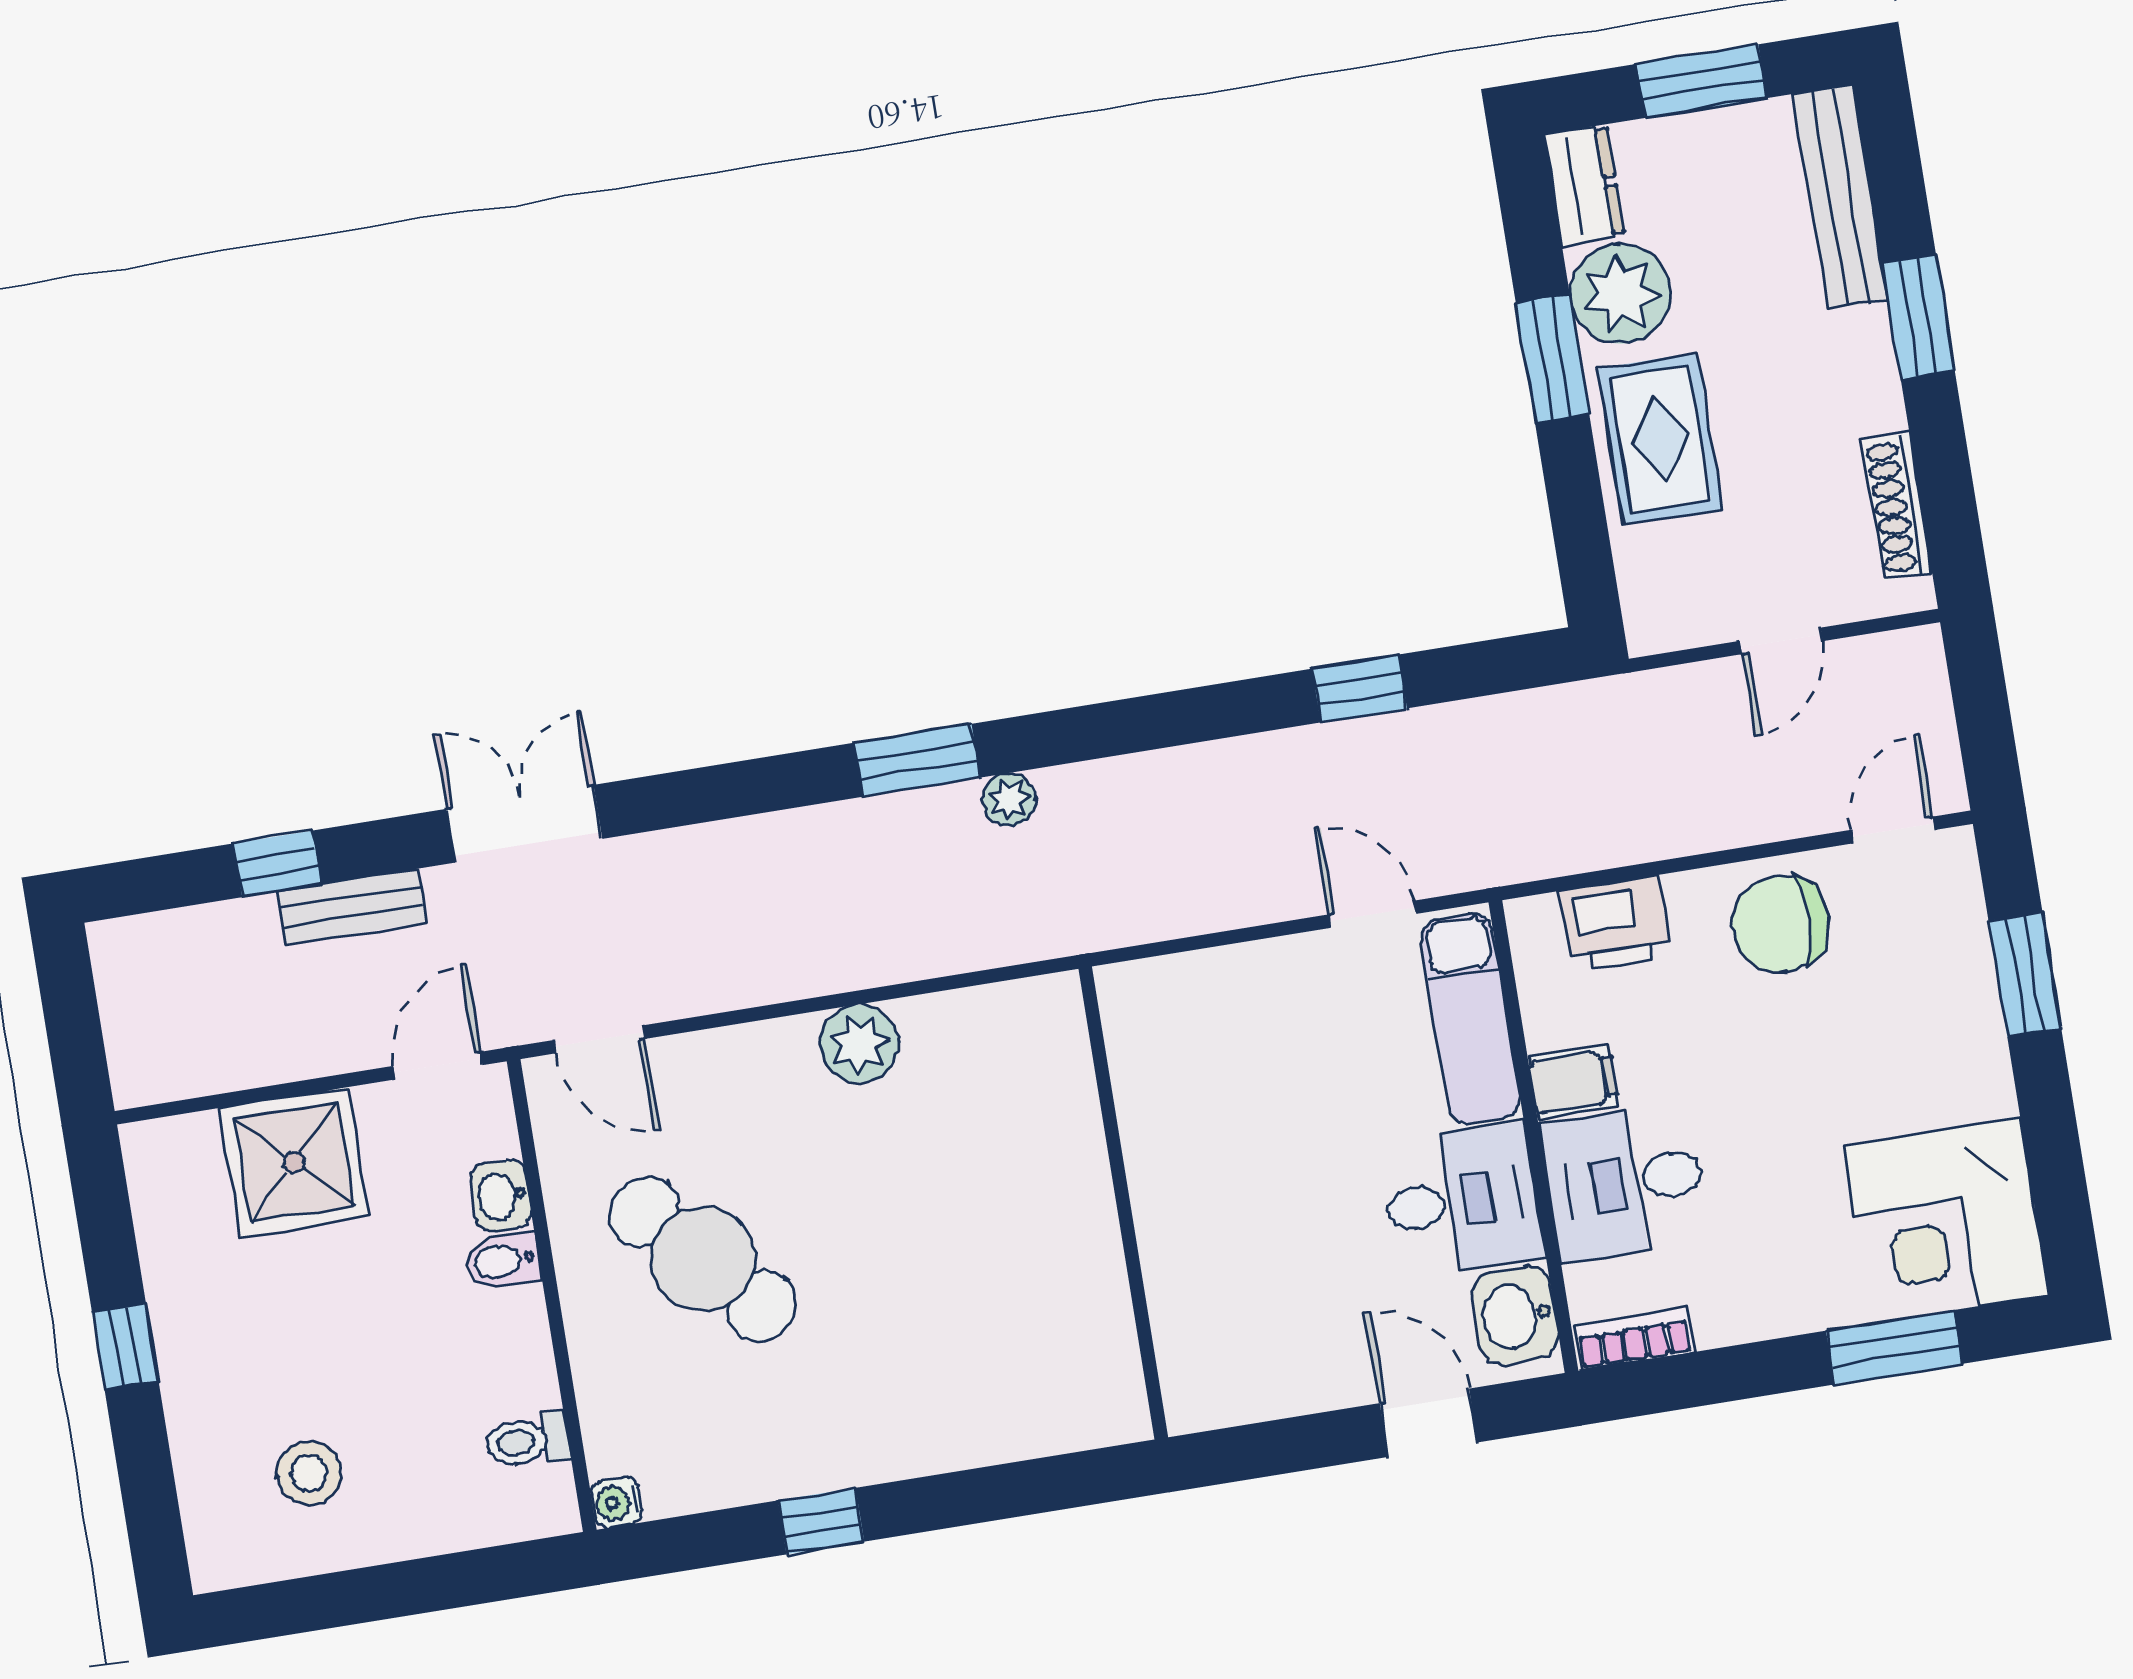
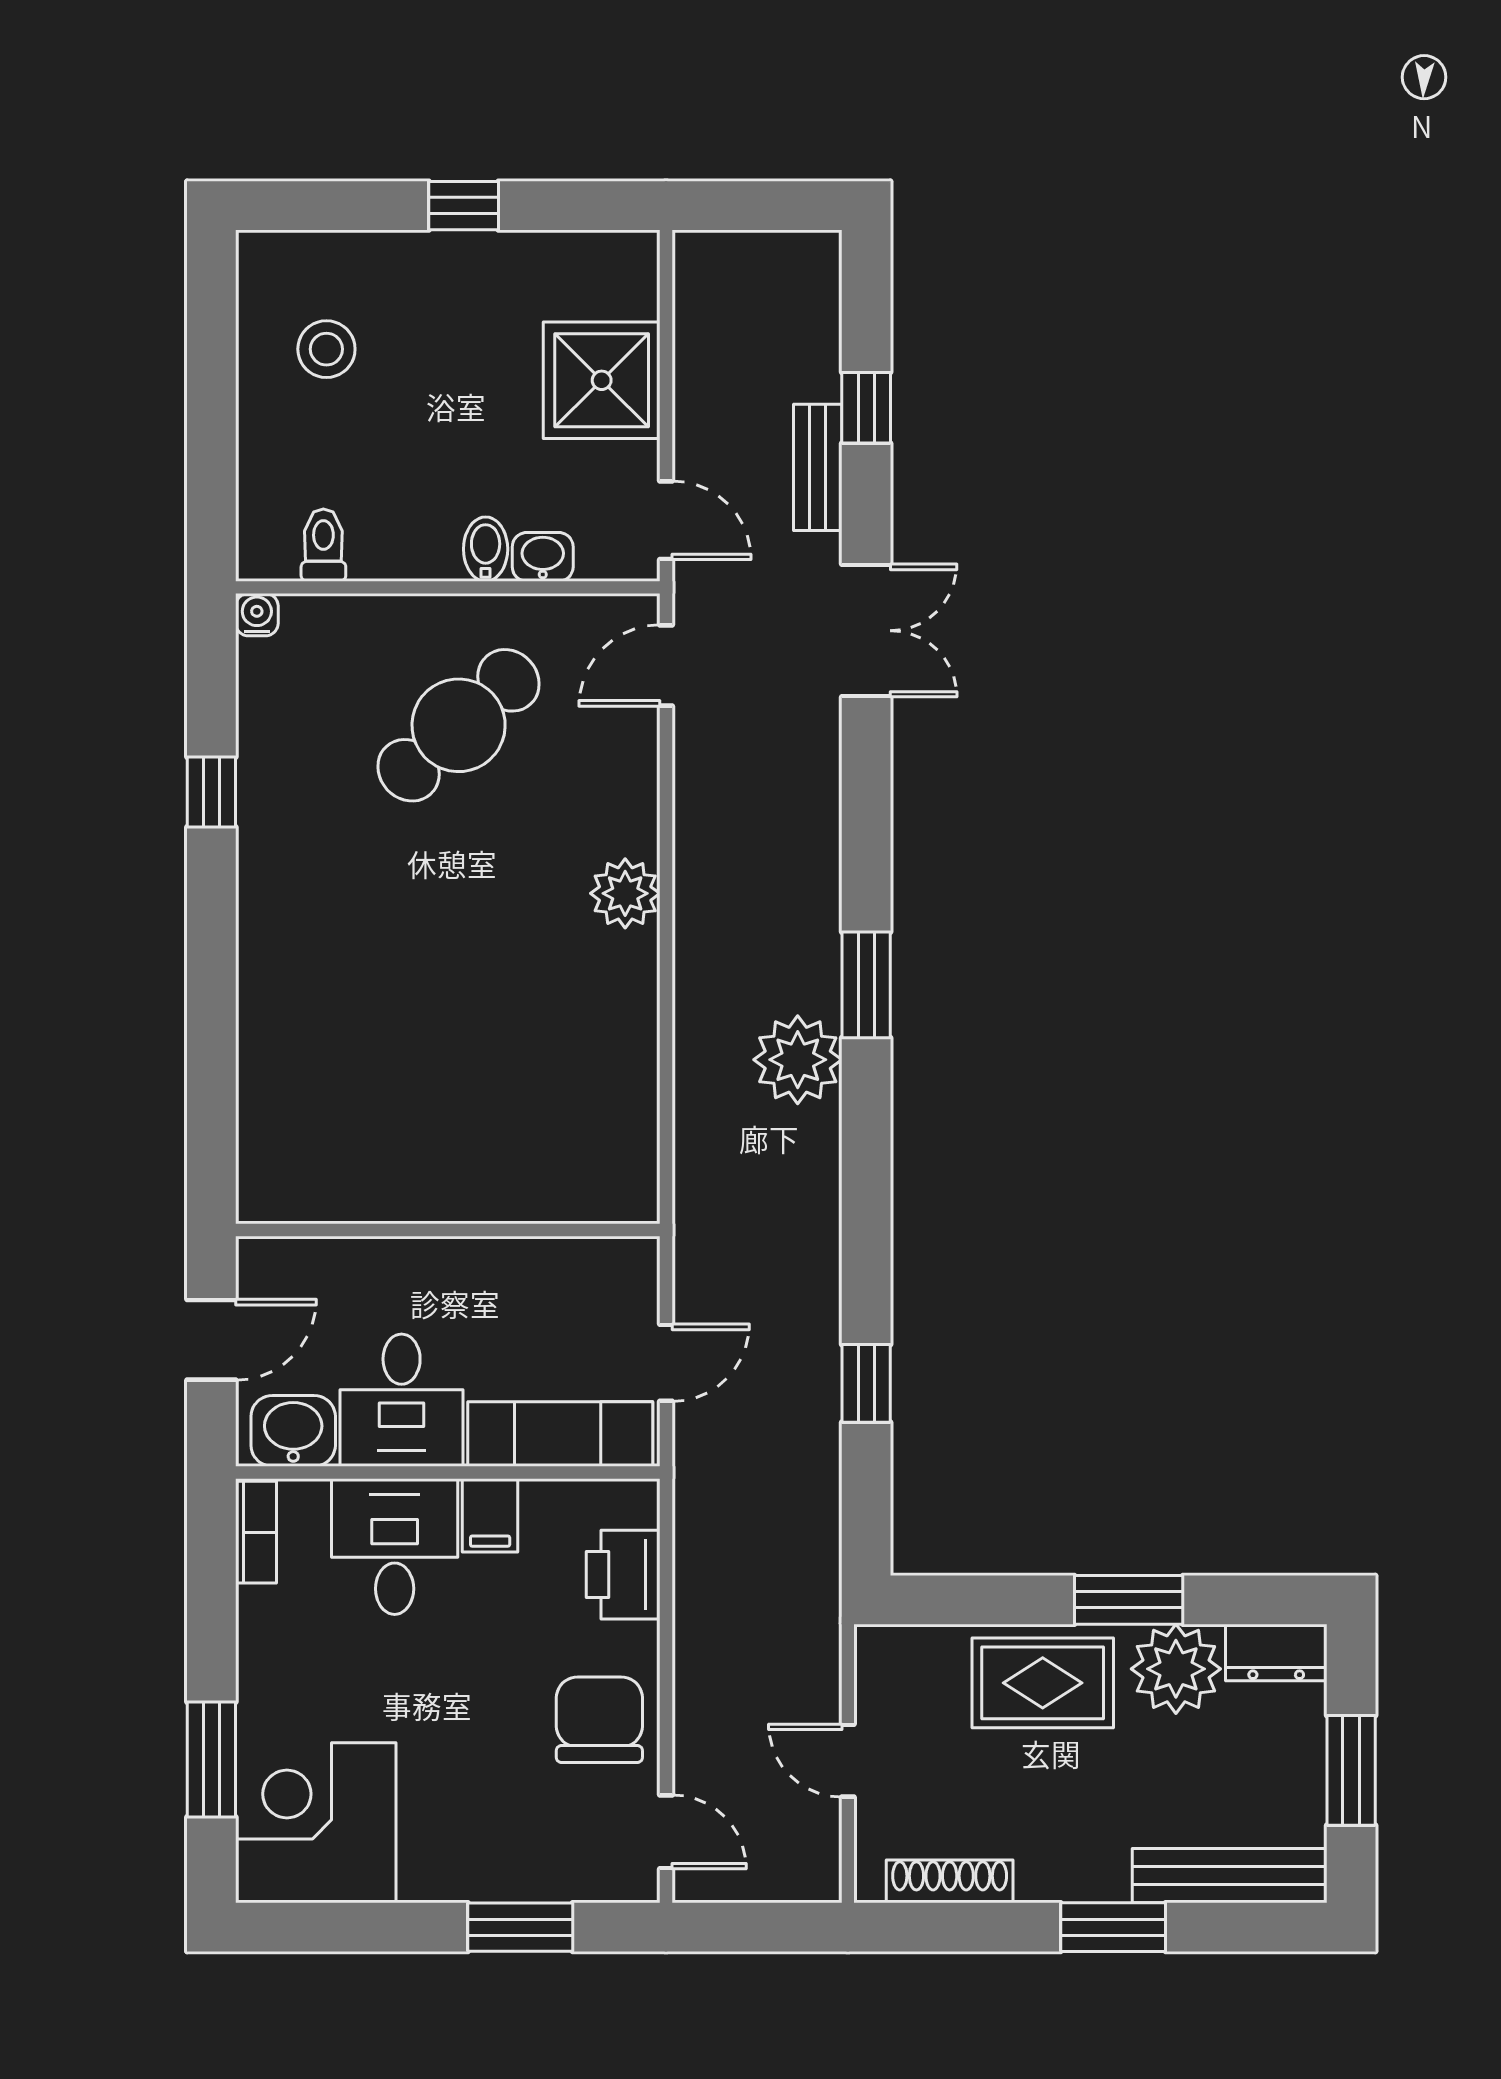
plant: (1009, 800) -> (798, 1060), width x1.88, depth x1.88
wall: (1123, 1203) -> (448, 1230), moved

